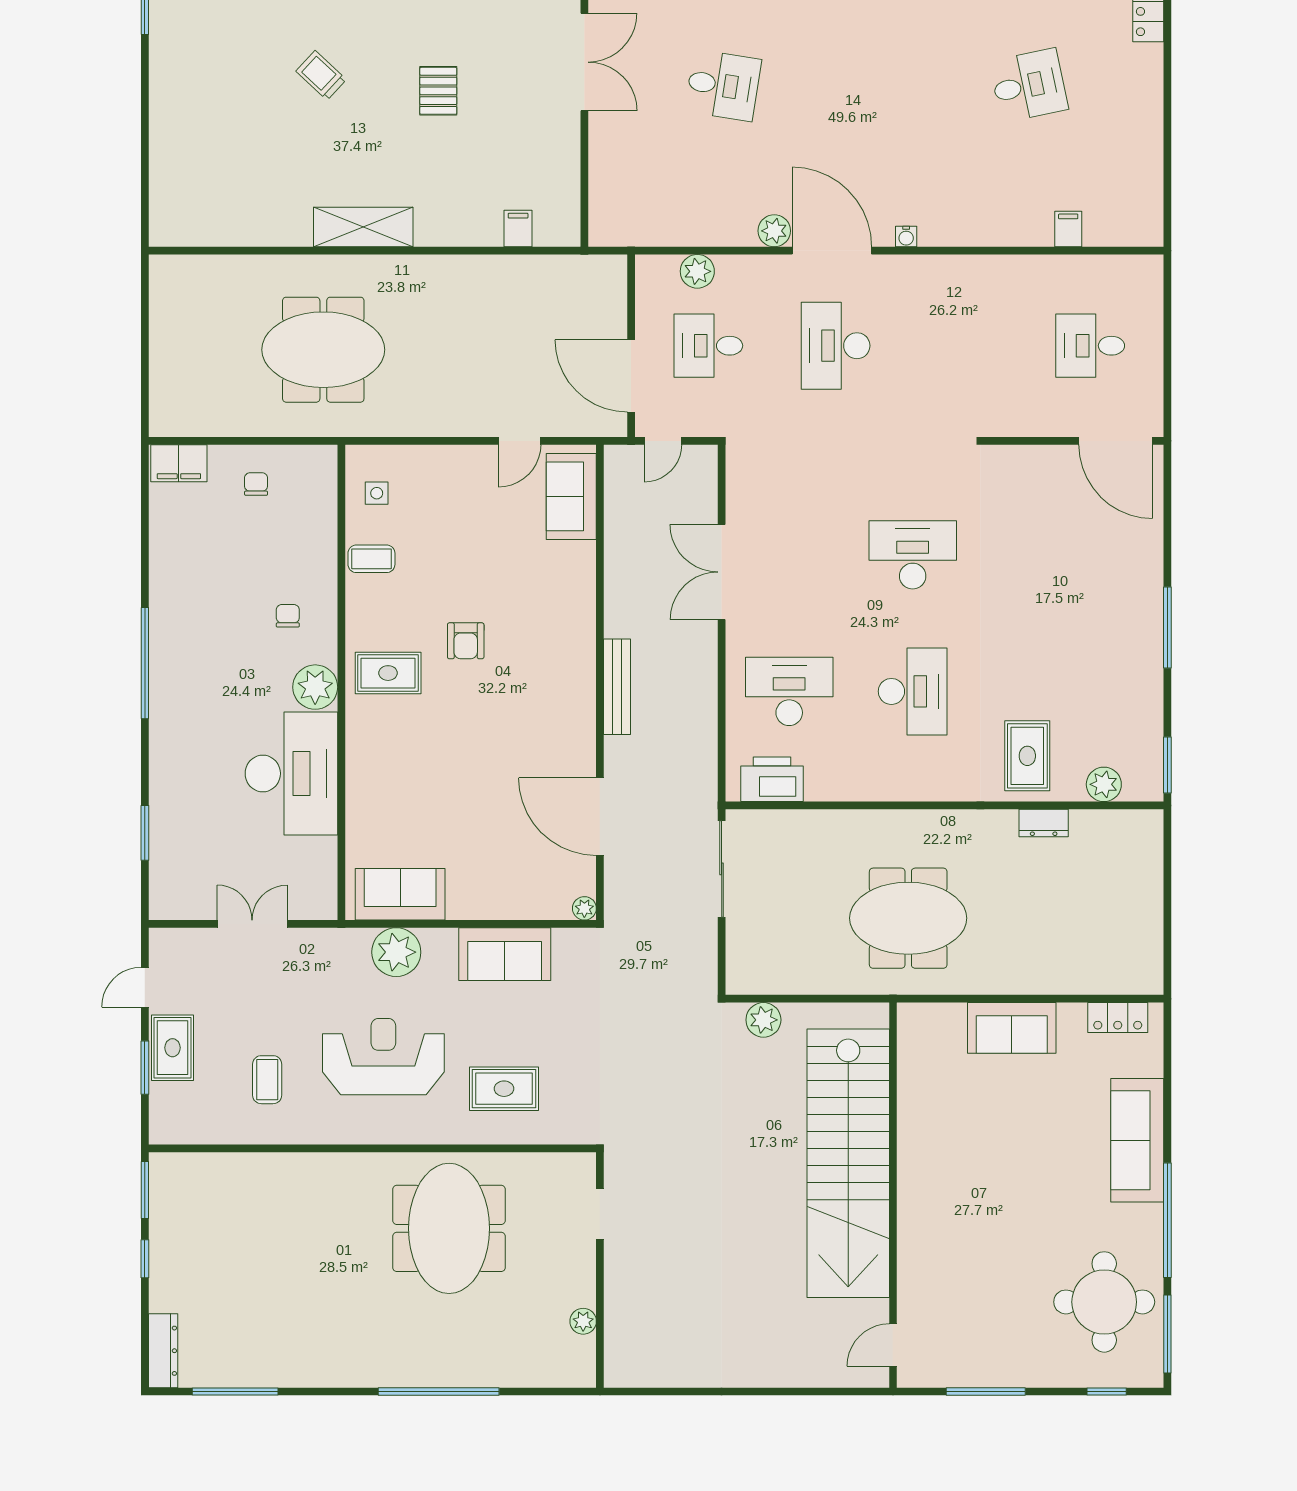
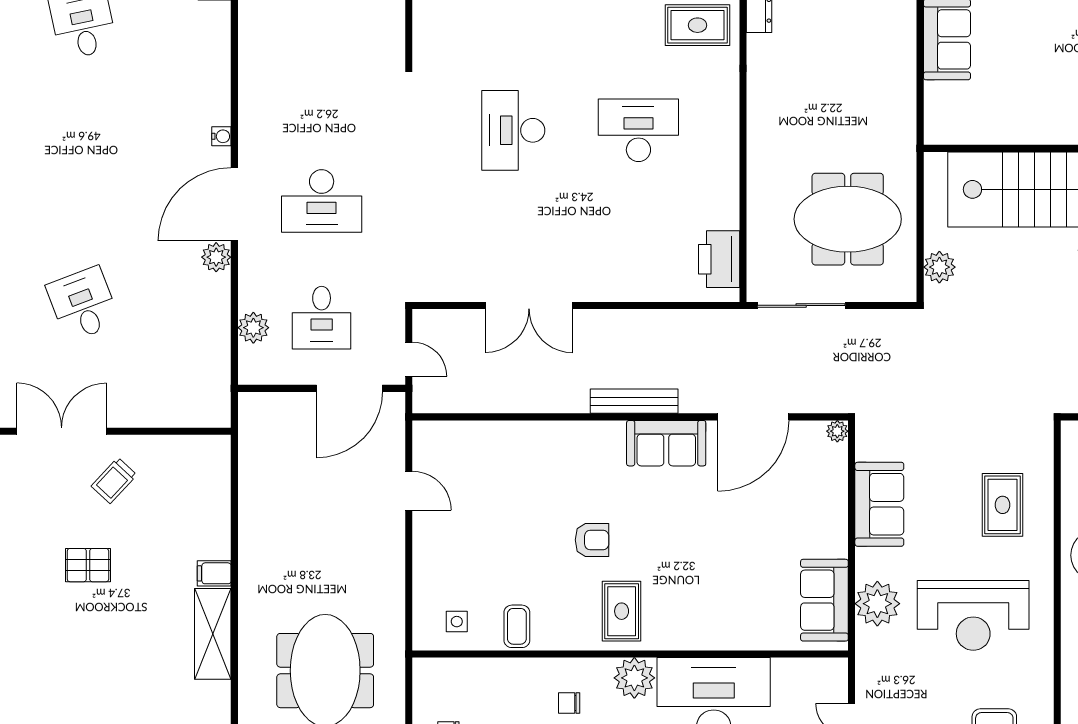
trolley: (321, 75) -> (114, 481), moved
desk: (723, 85) -> (83, 304), turned -30
filing cabinet: (518, 228) -> (214, 573), moved
sofa: (571, 496) -> (666, 443), moved
desk: (789, 691) -> (638, 243), removed
meeting table: (908, 918) -> (848, 219), moved, turned 90
reception desk: (383, 1057) -> (973, 615), turned -90

